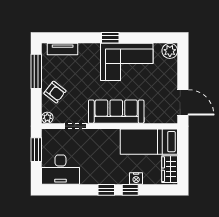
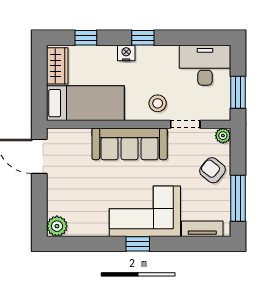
corner sofa: (127, 62) -> (145, 211), moved
stool: (96, 142) -> (158, 103), added
nightstand: (136, 179) -> (126, 53), moved
window: (130, 190) -> (86, 38), moved

